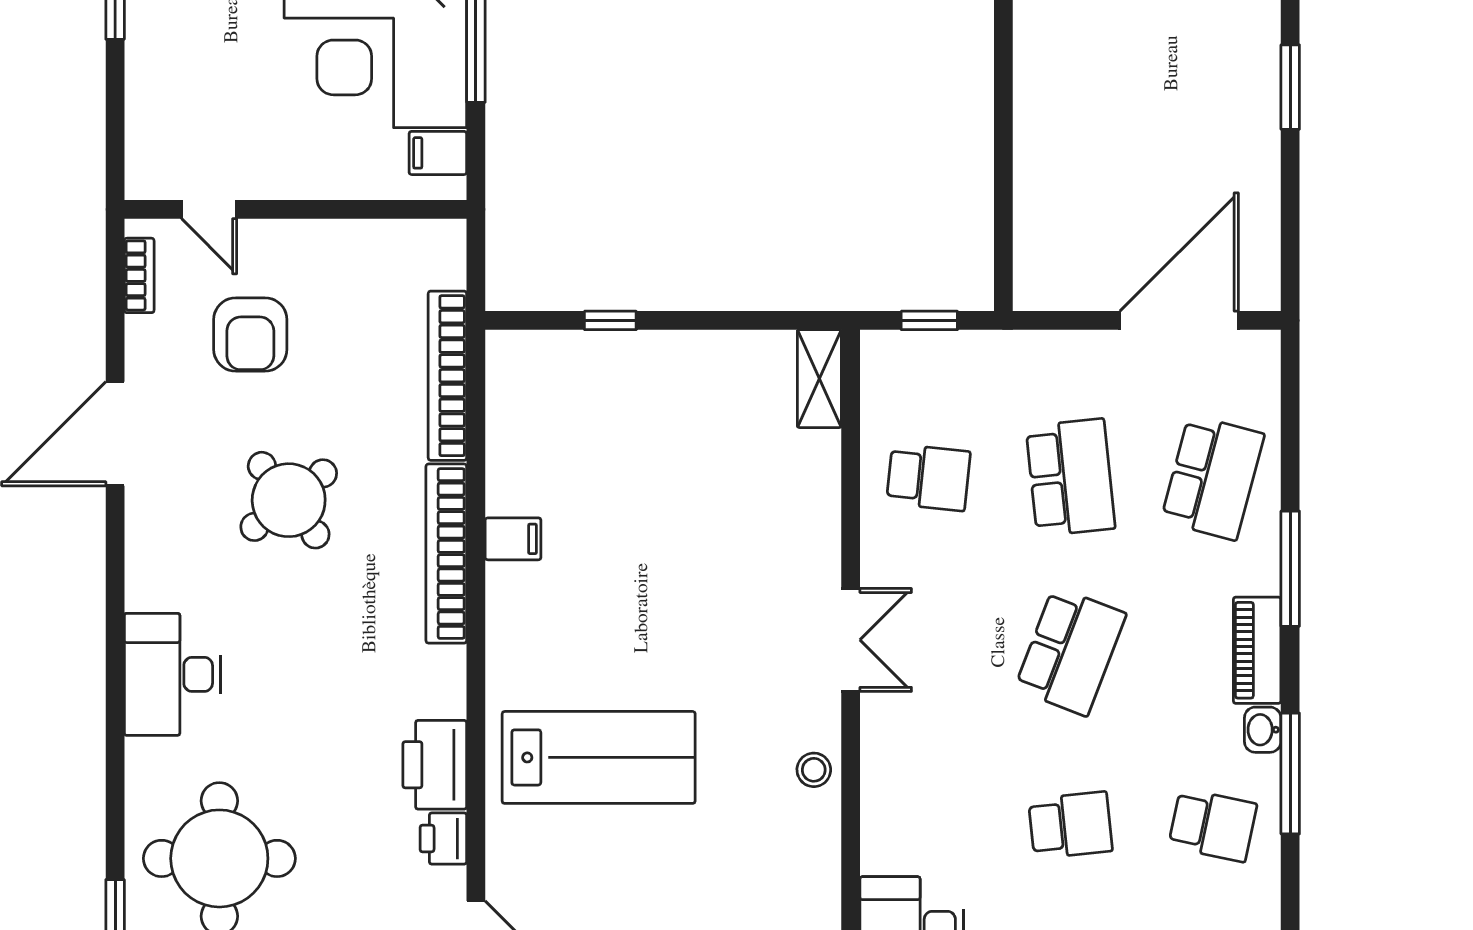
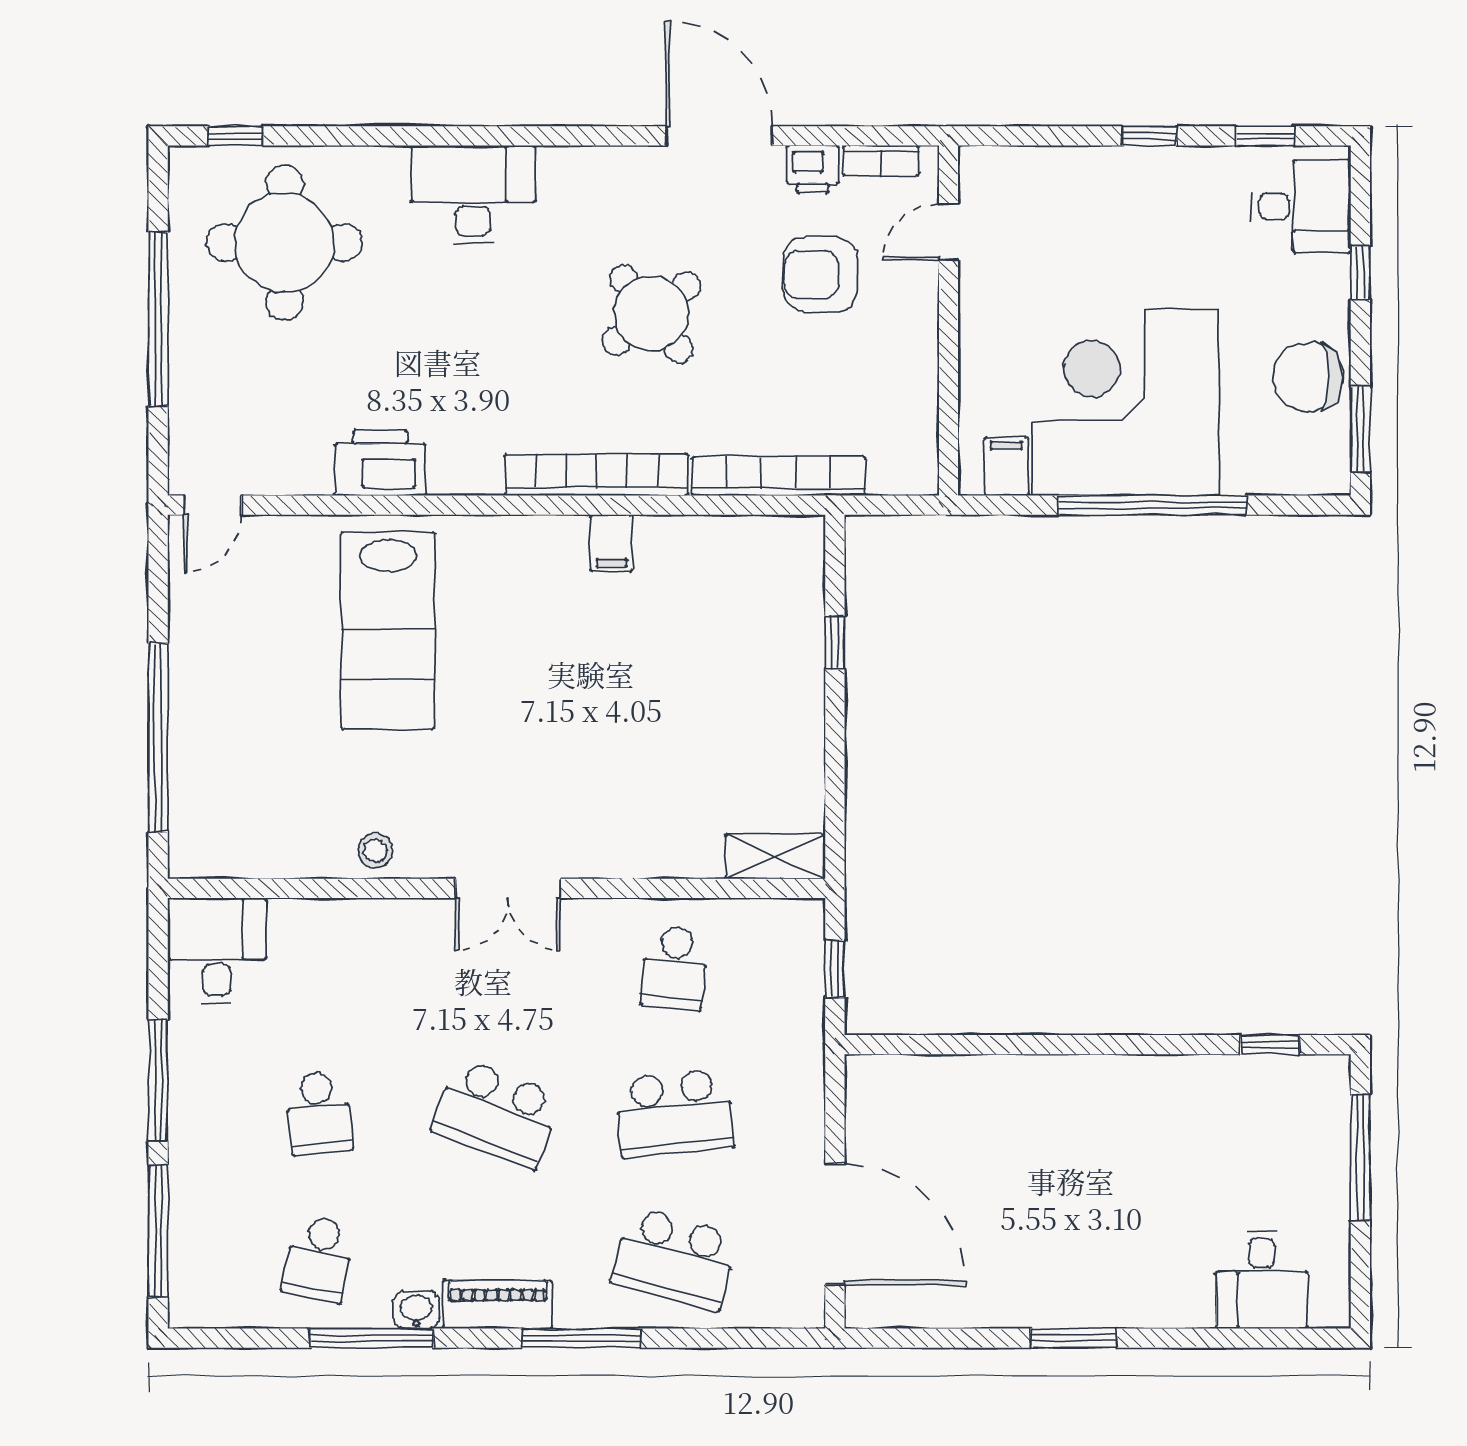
printer: (443, 839) -> (813, 169), moved, turned 180

